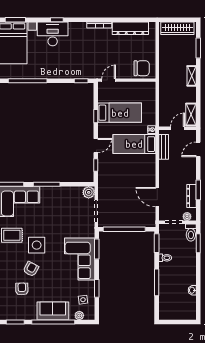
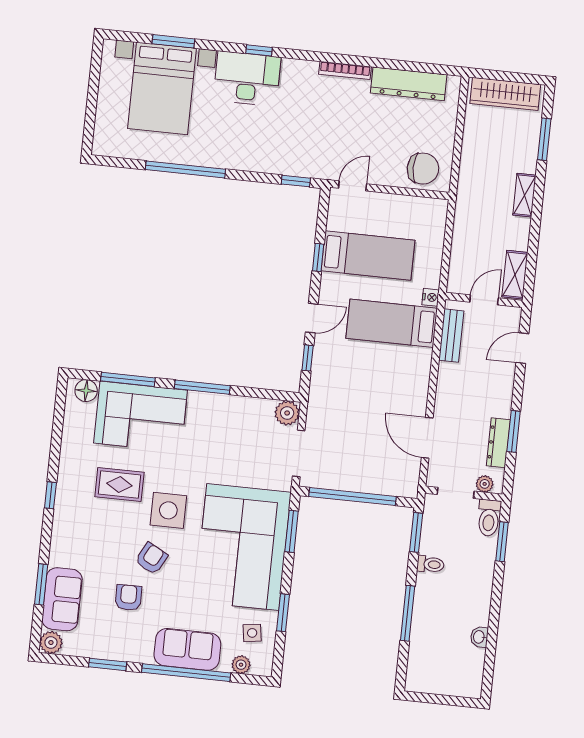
corner sofa: (80, 259) -> (243, 547), width x1.36, depth x1.36

